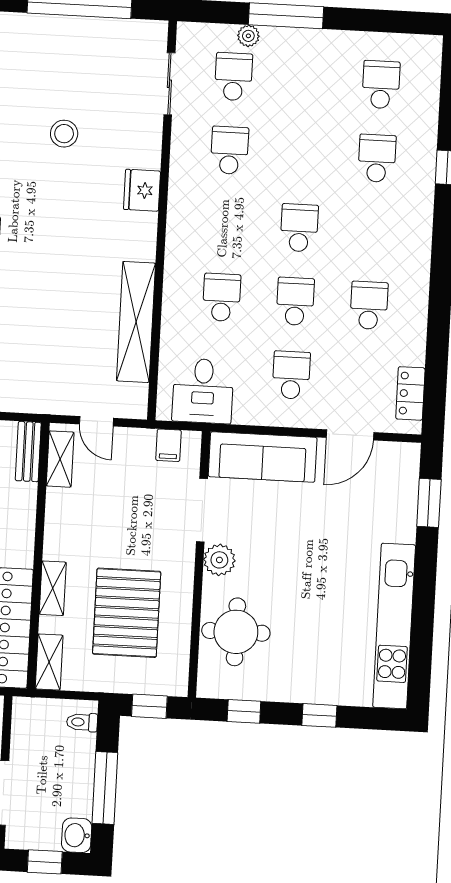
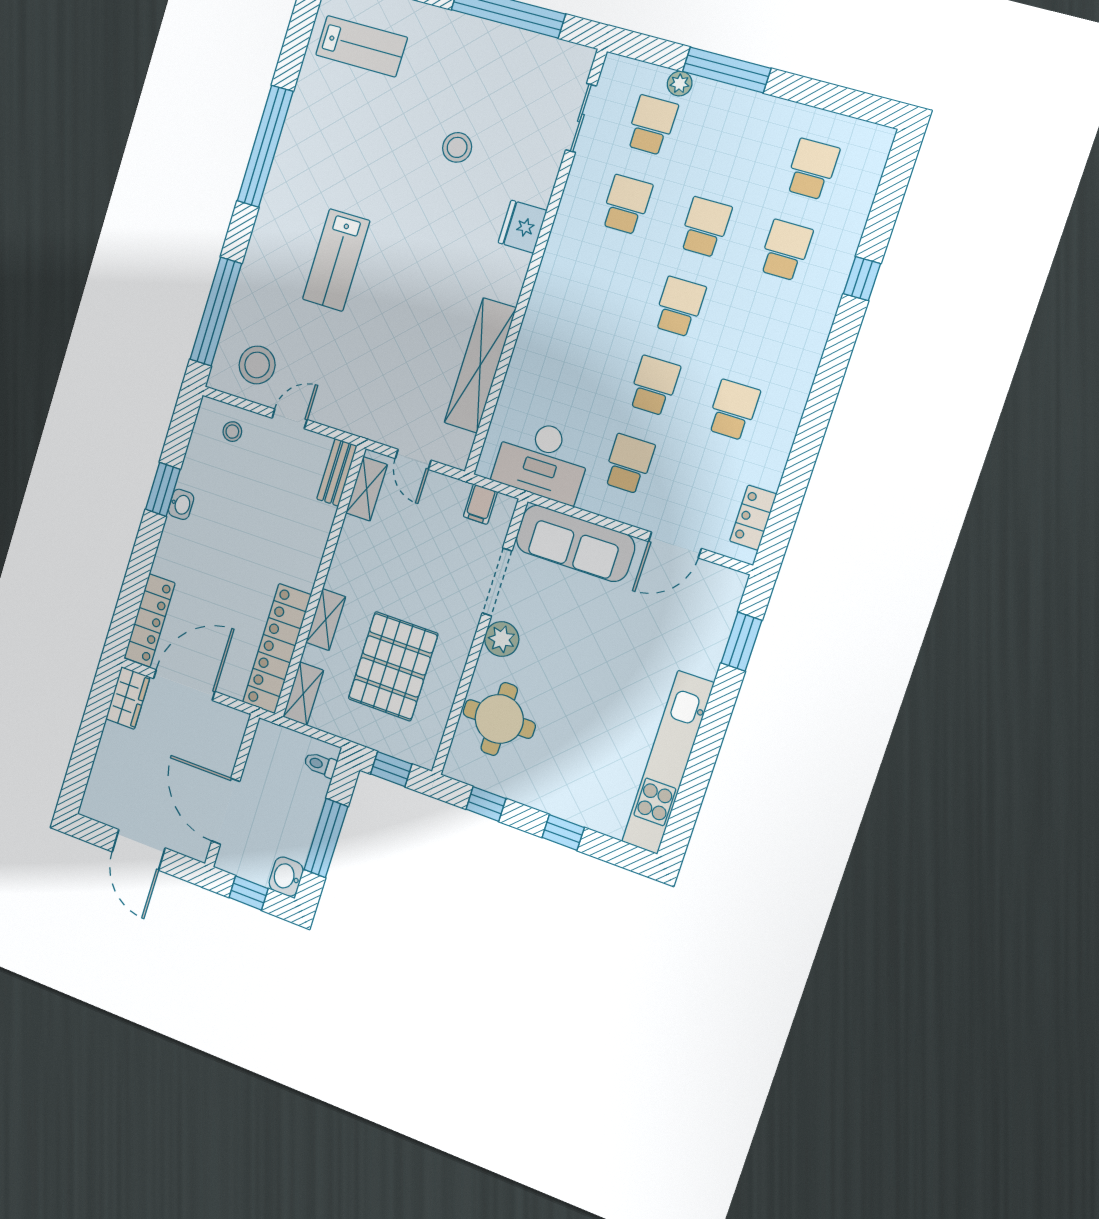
school desk: (222, 297) -> (705, 227), moved
desk: (203, 391) -> (542, 460), width x1.37

